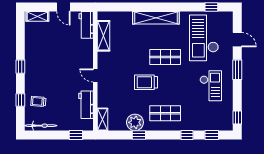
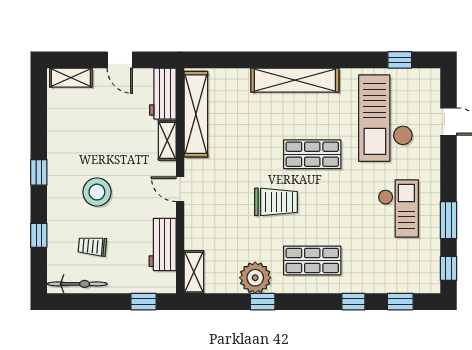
shelving: (104, 36) -> (196, 114), width x1.47
shelving: (88, 50) -> (167, 140), added
window: (237, 70) -> (449, 220), moved
stool: (51, 77) -> (97, 192), added
trolley: (146, 82) -> (276, 202), turned 180
trolley: (38, 101) -> (92, 246), moved

